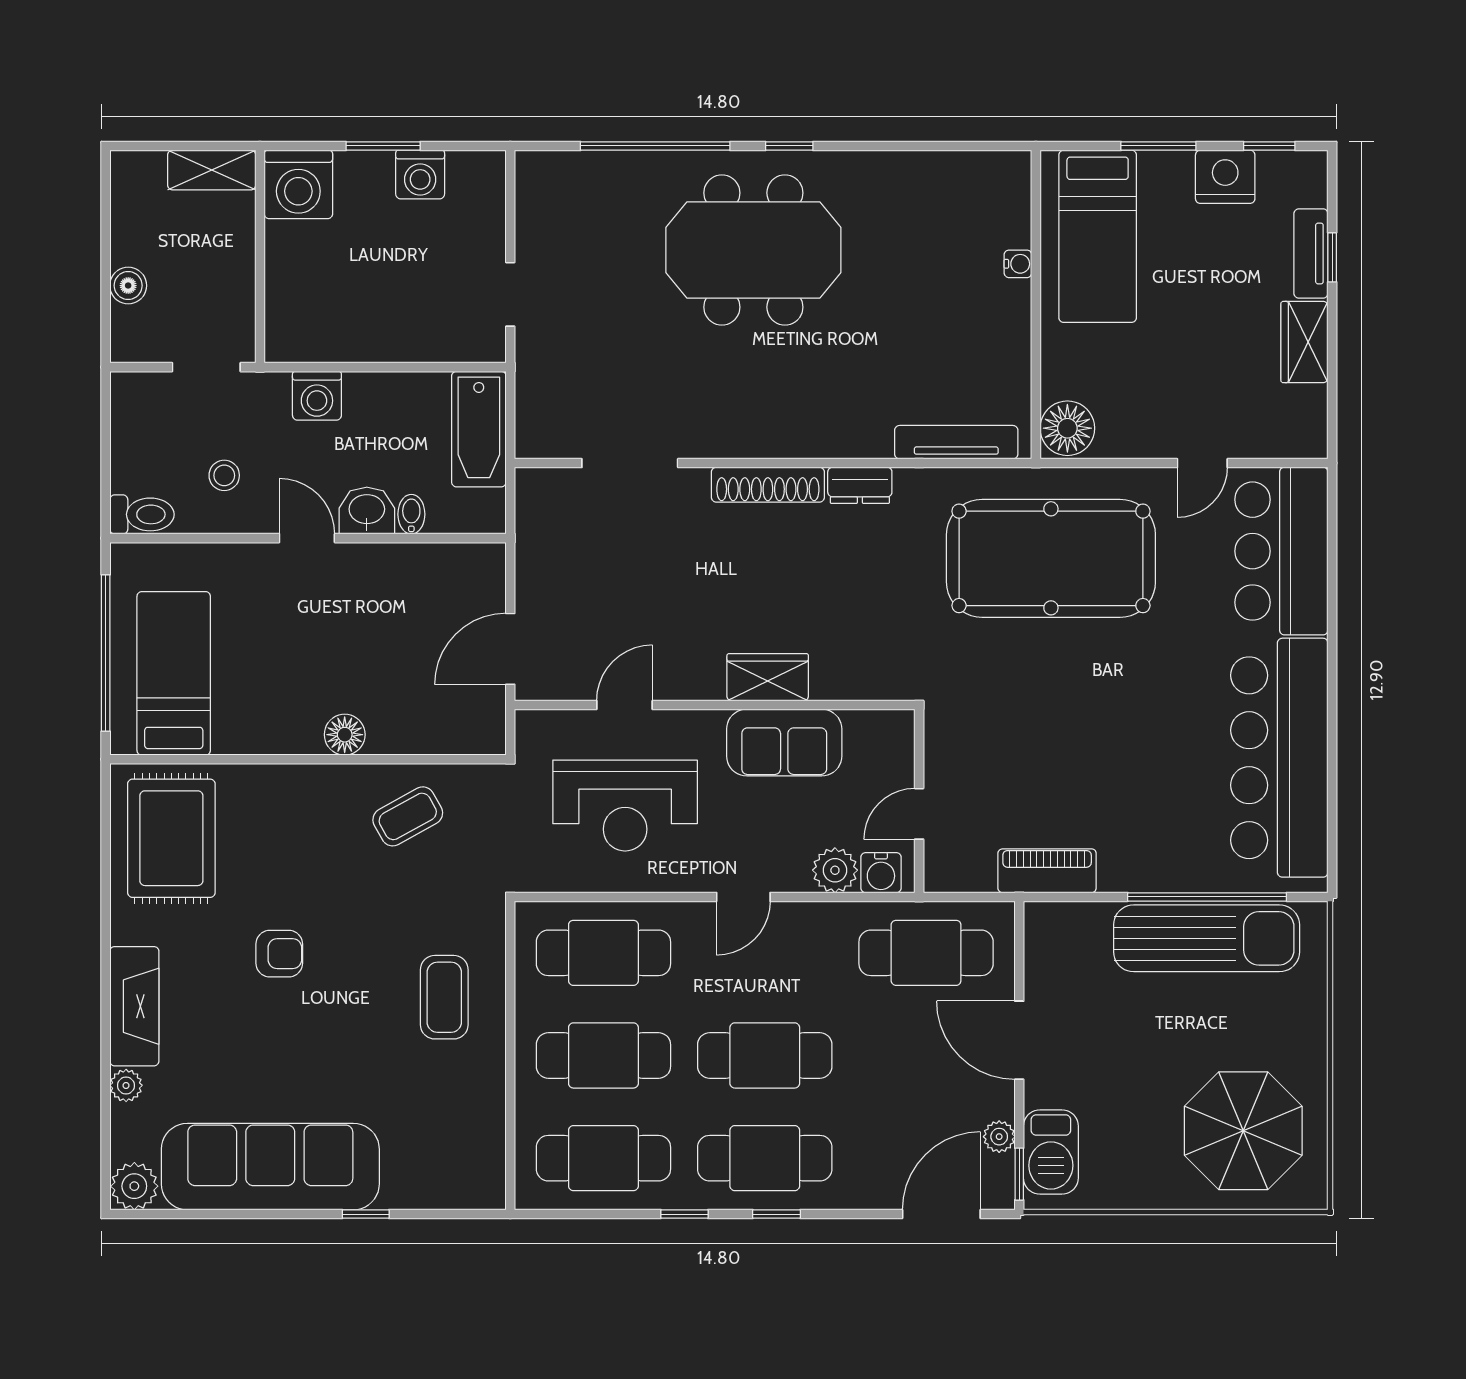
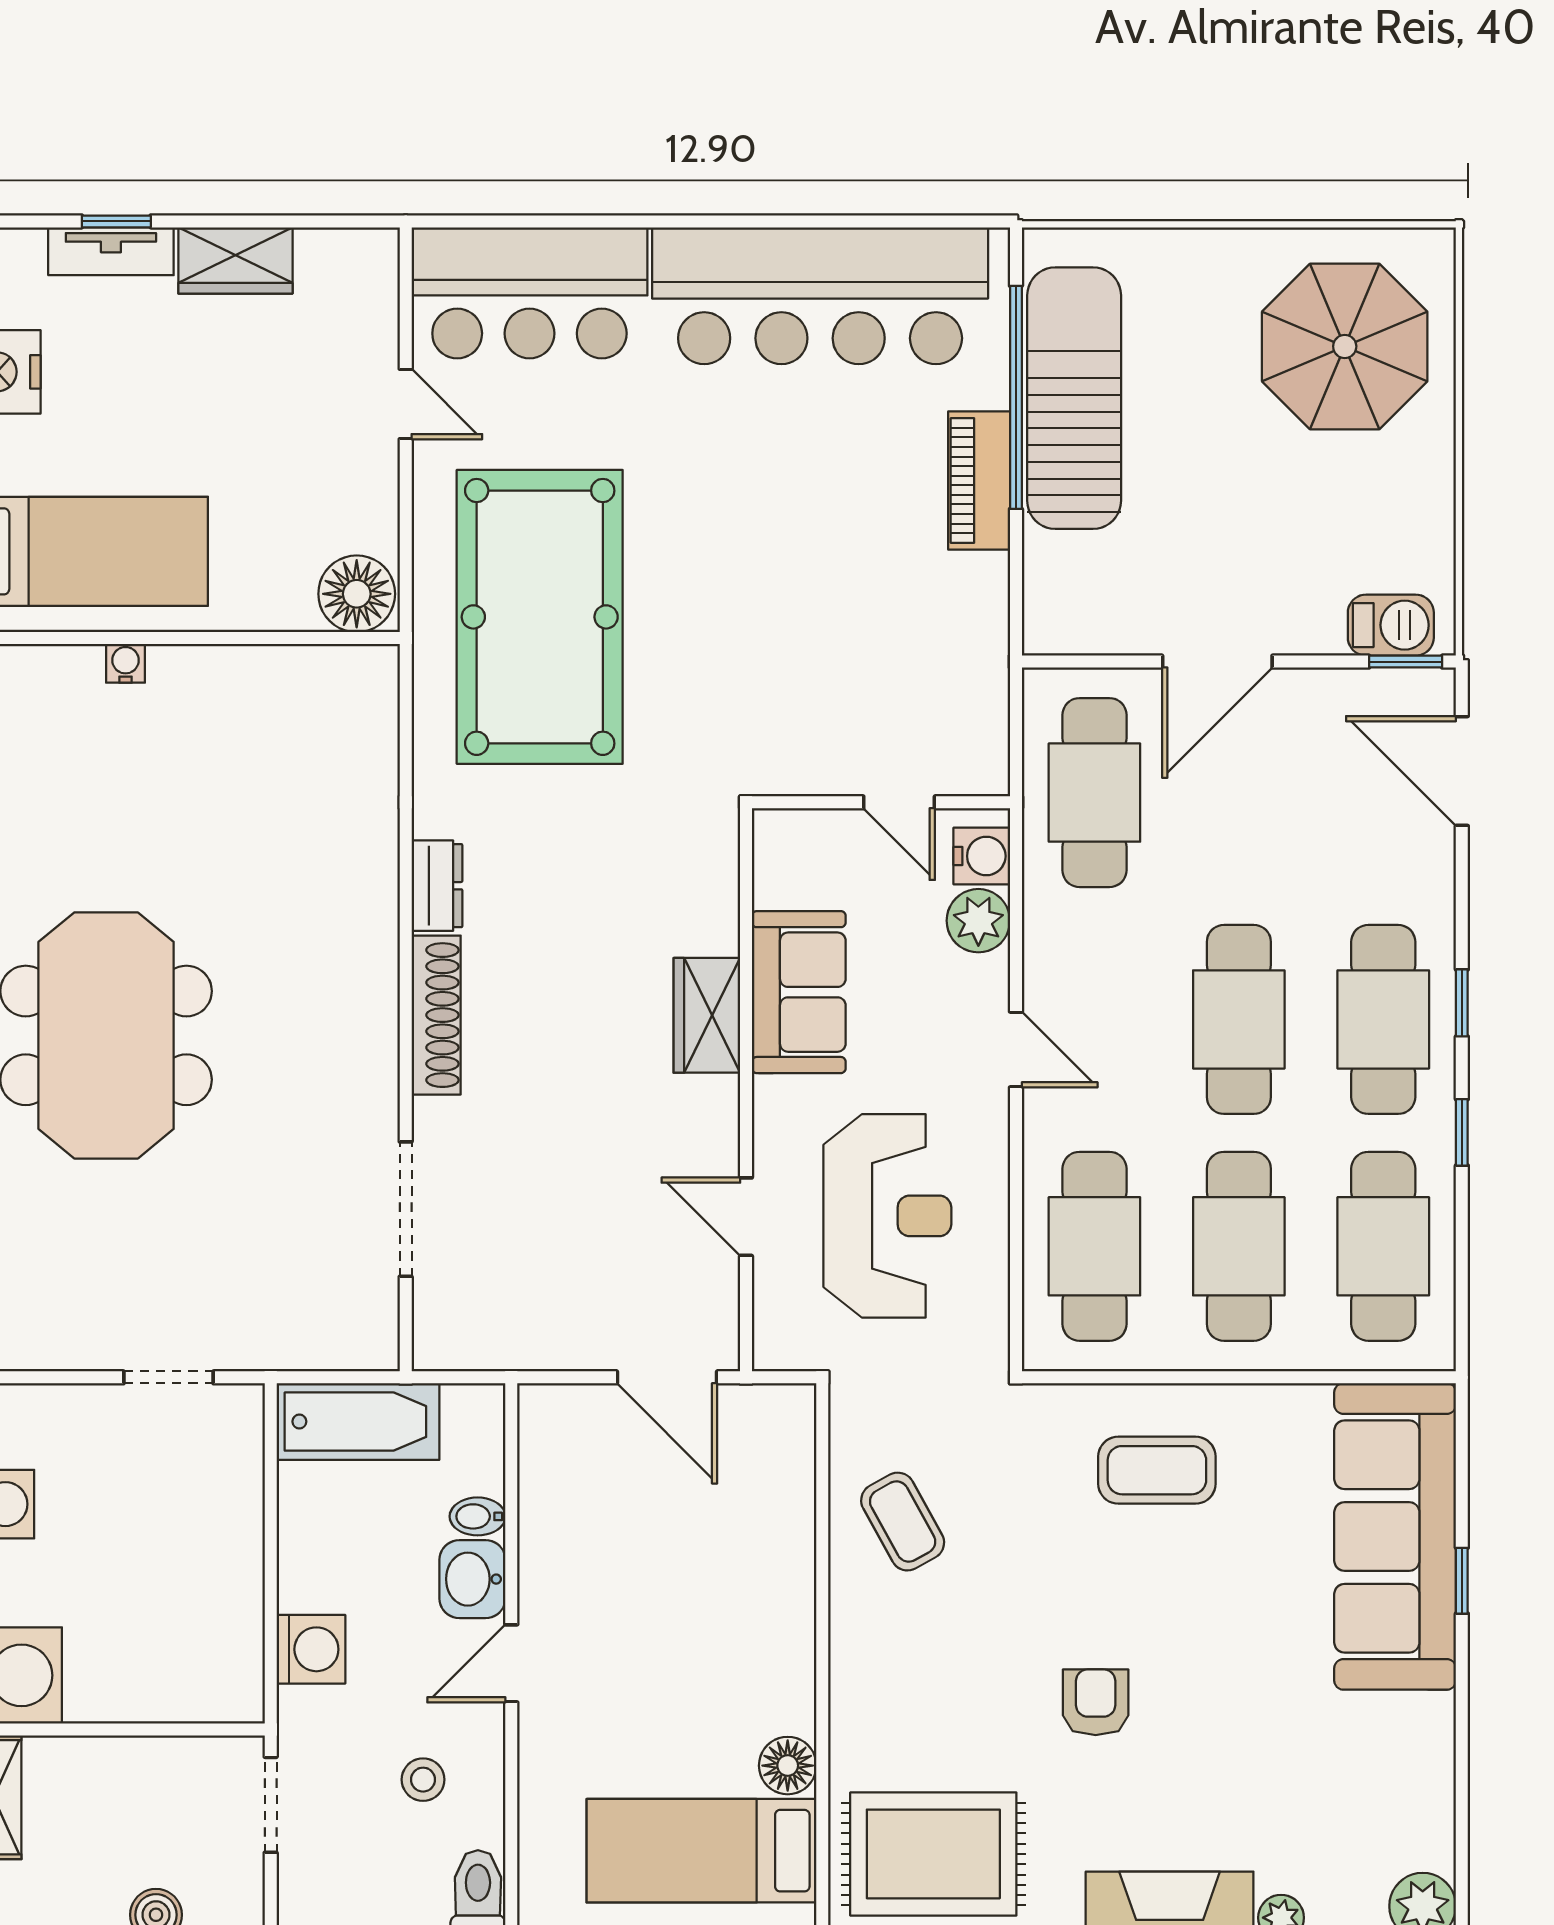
tv unit: (956, 442) -> (376, 750), removed
floor lamp: (345, 735) -> (788, 1766), moved
piano: (1047, 871) -> (979, 481), moved
plant: (999, 1137) -> (1353, 690), removed
barbecue: (1051, 1152) -> (1391, 625), width x0.73, depth x0.79
sofa: (270, 1167) -> (1395, 1536), moved

